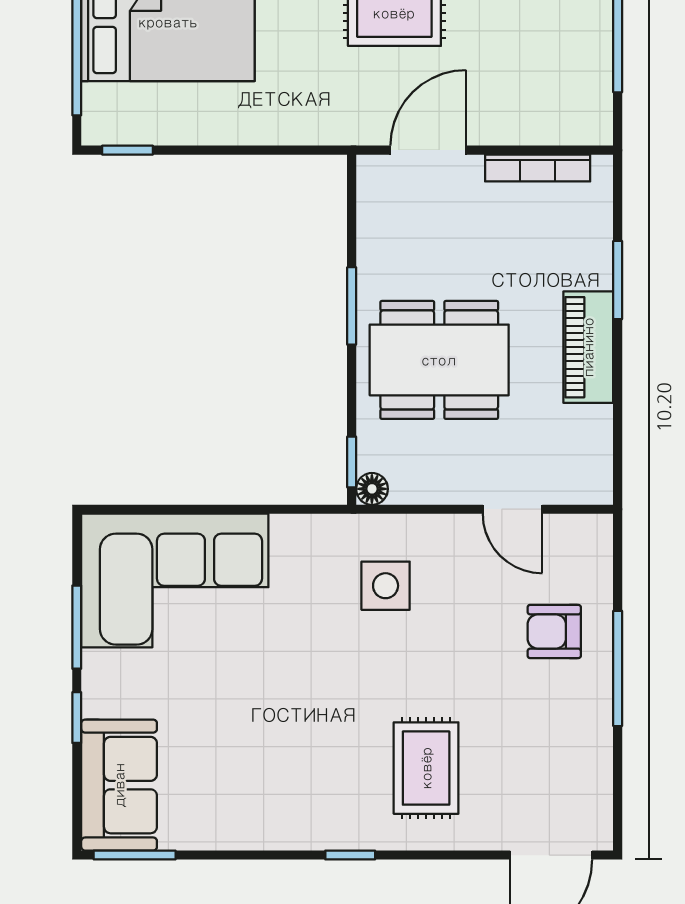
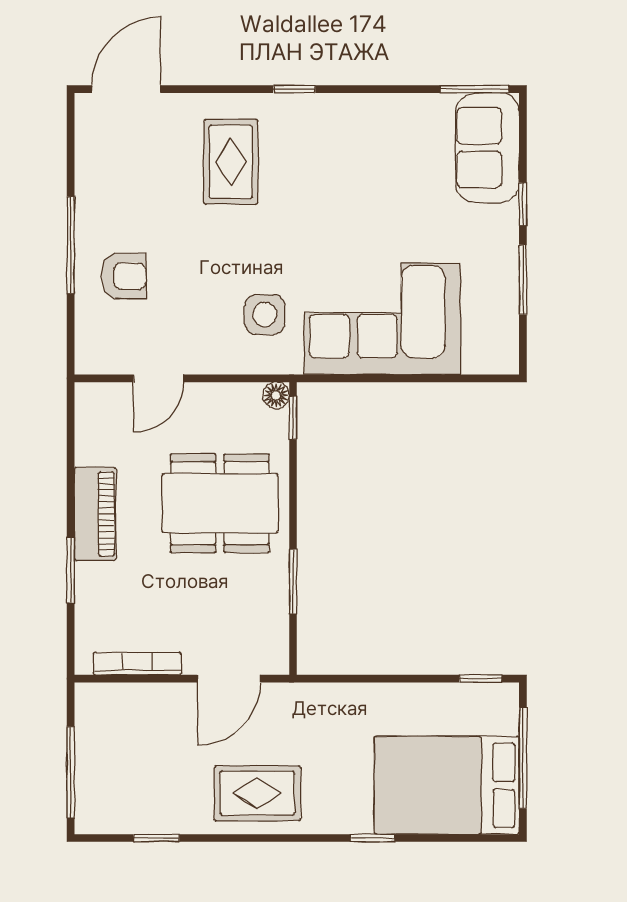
window: (352, 306) -> (293, 582), moved
door: (513, 509) -> (158, 378), swing flipped
corner sofa: (175, 580) -> (382, 319), moved

